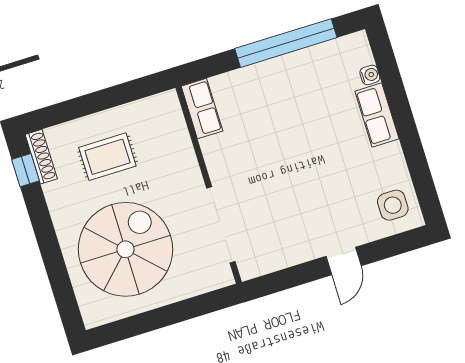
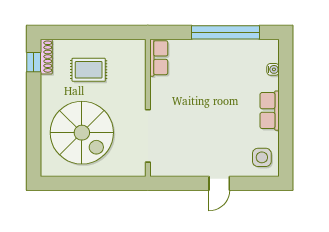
row of seats: (377, 115) -> (270, 111), moved
spiral stairs: (125, 249) -> (82, 133), turned 90

